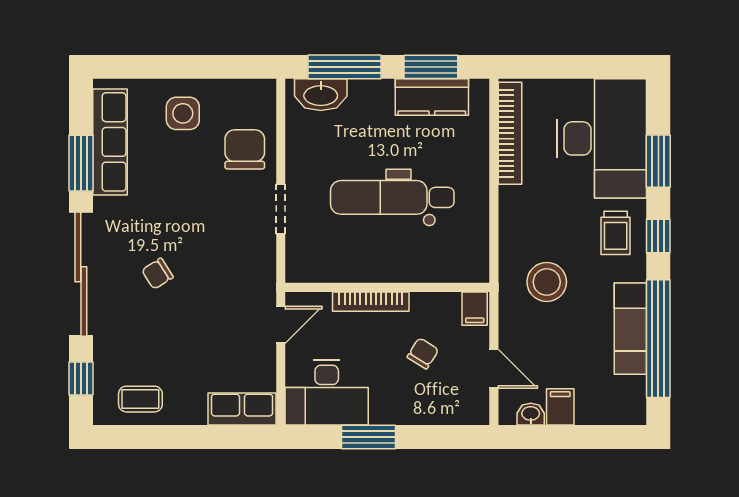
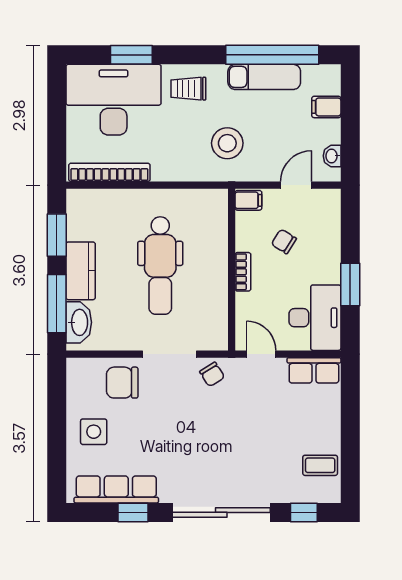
kitchen counter: (432, 97) -> (81, 271), moved
window: (81, 163) -> (133, 512), width x0.67
doorway: (281, 209) -> (169, 354), width x1.38
trolley: (616, 233) -> (188, 89), turned 180
window: (658, 236) -> (191, 55), removed
chair: (157, 274) -> (212, 374), moved
bookcase: (371, 302) -> (243, 272), width x0.64
coffee table: (140, 399) -> (320, 465), turned 90
filing cabinet: (560, 407) -> (326, 107), moved
row of seats: (242, 409) -> (314, 370), moved, turned -90

